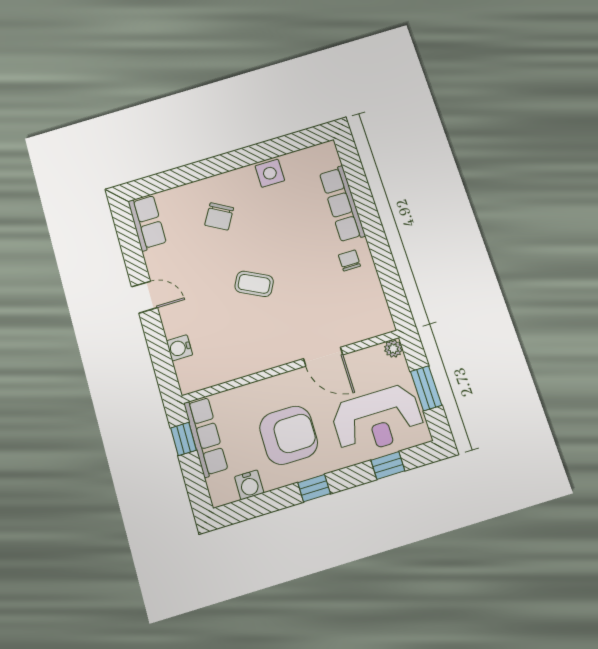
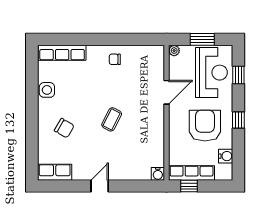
row of seats: (342, 204) -> (62, 53), moved
water cooler: (179, 348) -> (158, 174), moved

